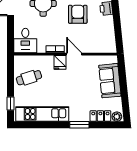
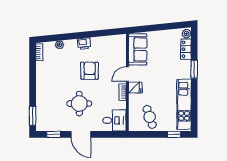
armchair: (78, 14) -> (90, 71), turned 90
sofa: (110, 81) -> (138, 49), moved, turned -84

